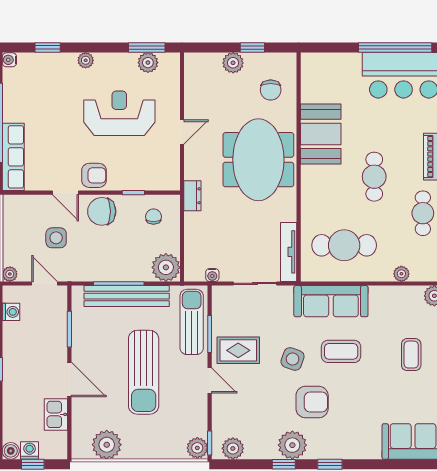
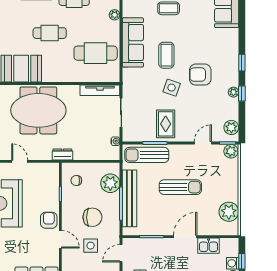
door: (66, 193) -> (60, 239), hinge flipped
chair: (102, 211) -> (92, 217), moved, turned -90
cafe table: (344, 245) -> (96, 53), turned 90
plant: (166, 267) -> (110, 183), moved
sofa: (331, 301) -> (133, 42), moved
sun lounger: (144, 372) -> (180, 187), width x0.73, depth x0.75
door: (210, 380) -> (203, 143), moved
armchair: (312, 402) -> (200, 75), turned -90
plant: (292, 445) -> (233, 92), width x0.53, depth x0.53

